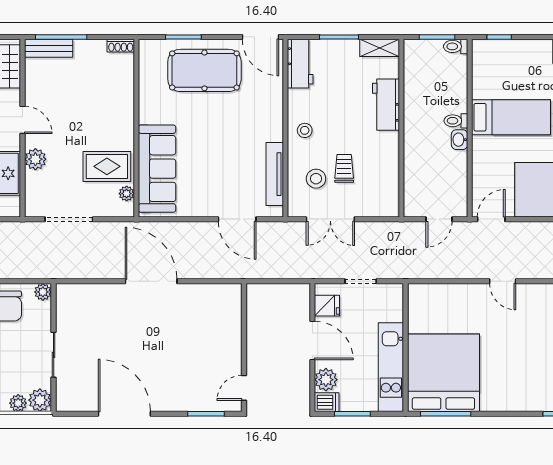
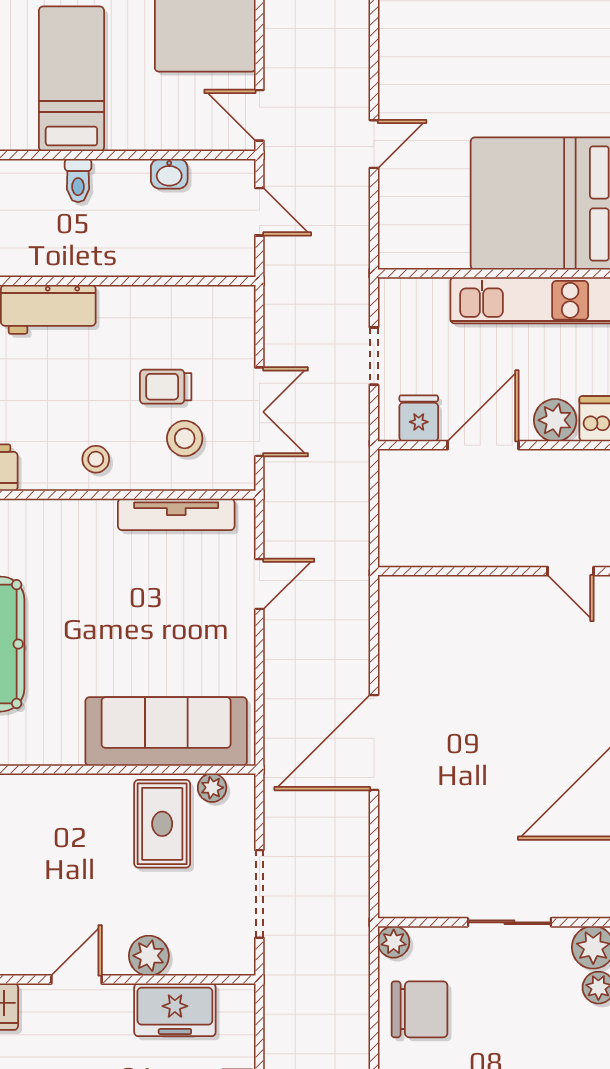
washbasin: (460, 140) -> (169, 174), moved
door: (237, 219) -> (259, 584), width x0.73
door: (503, 281) -> (374, 144), moved

